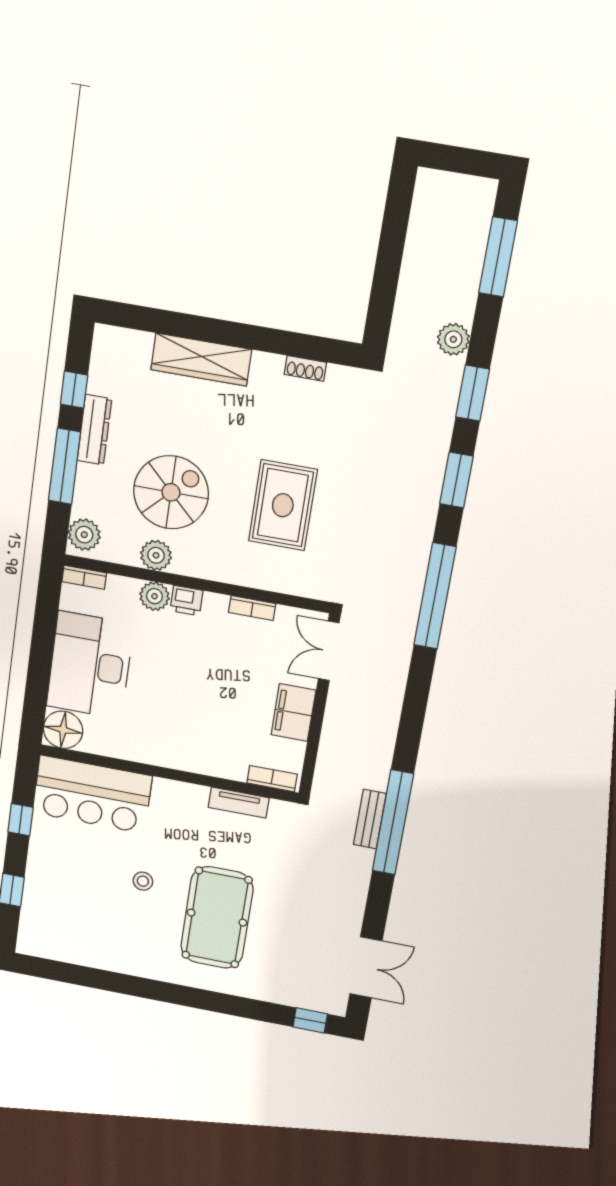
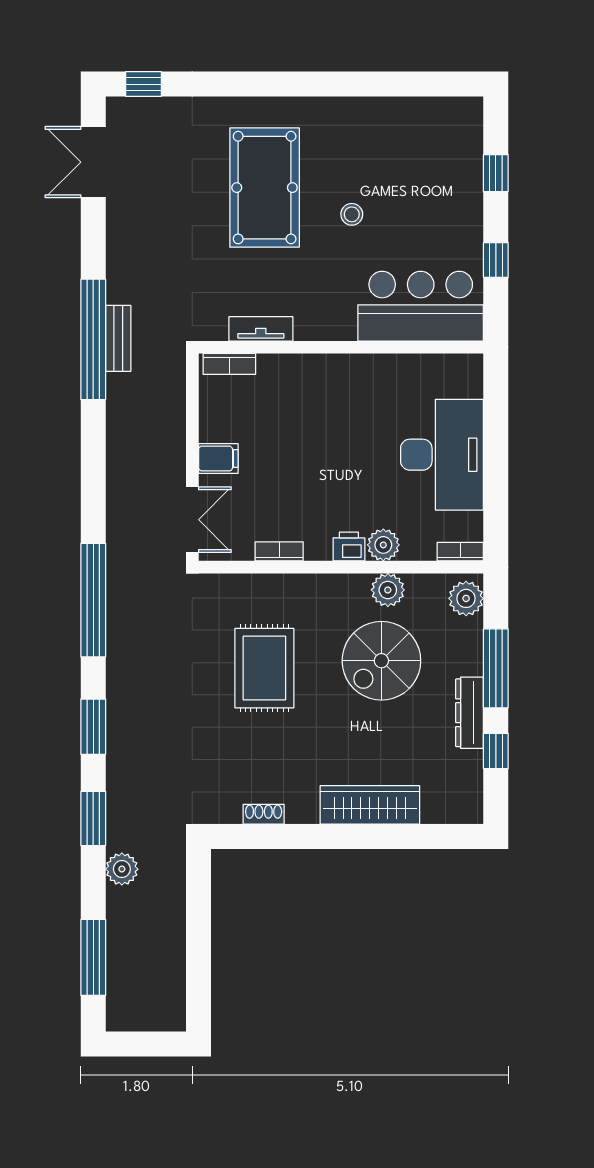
filing cabinet: (293, 713) -> (218, 459), width x0.50
floor lamp: (63, 730) -> (462, 375), removed

